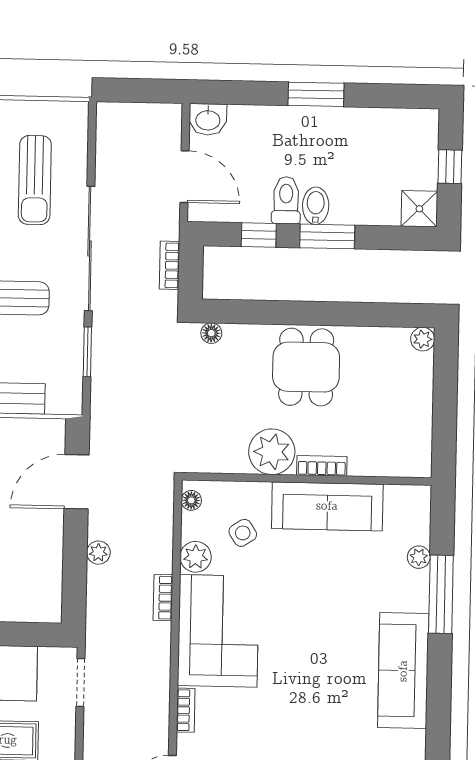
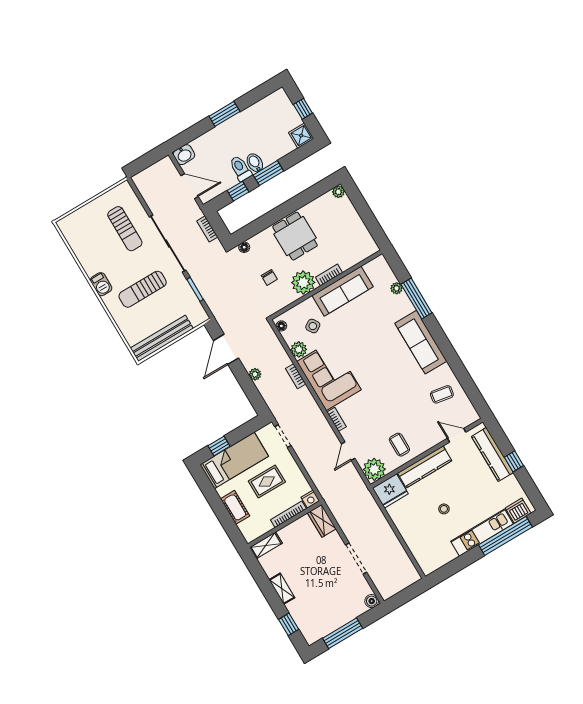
chair: (221, 408) -> (269, 277), added

